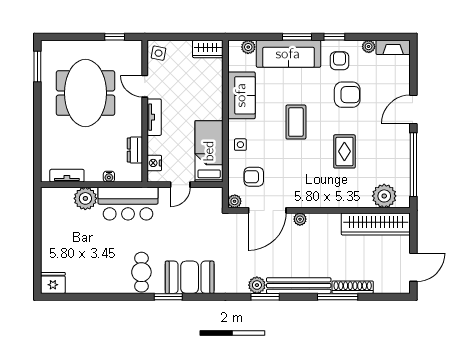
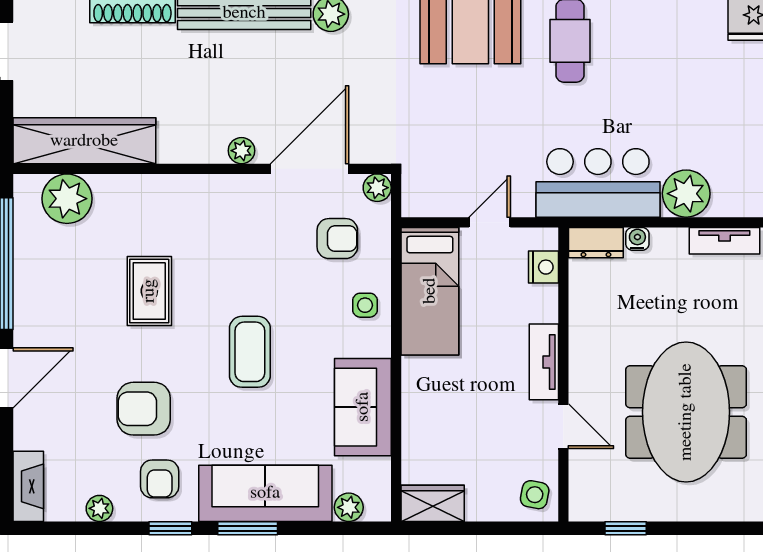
fireplace: (393, 47) -> (28, 486), moved, turned 90
dresser: (135, 150) -> (596, 243), moved, turned 90

